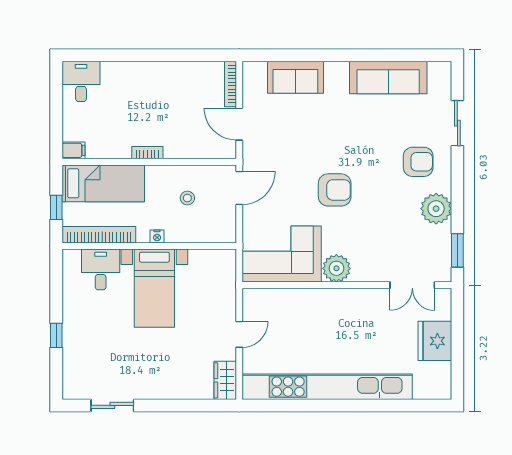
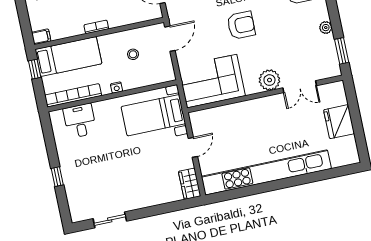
window: (56, 207) -> (35, 69), moved
plant: (436, 209) -> (326, 28), width x0.53, depth x0.53
plant: (336, 268) -> (269, 80), moved
double door: (412, 285) -> (300, 87), moved
bed with nightstands: (154, 288) -> (153, 115), moved, turned 90

